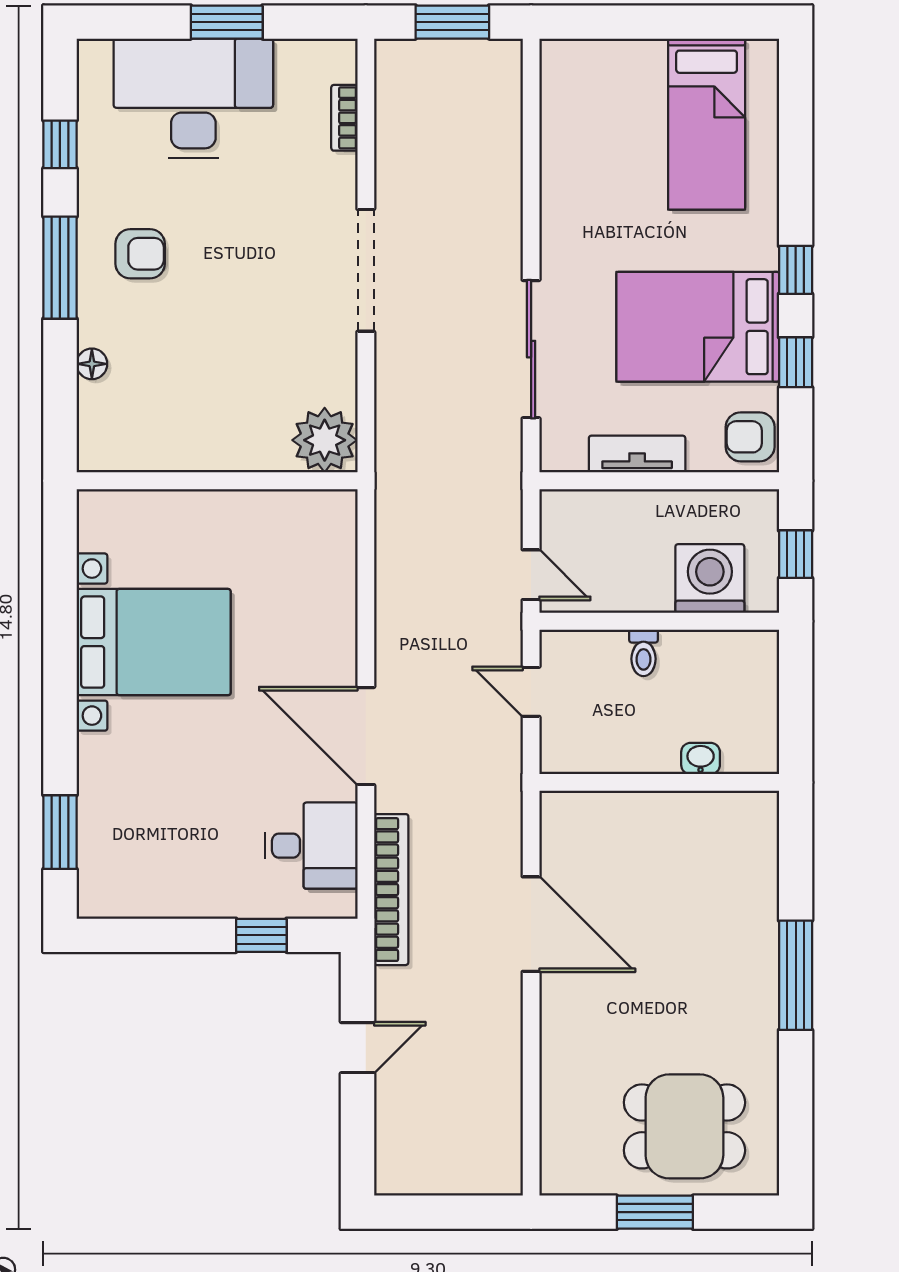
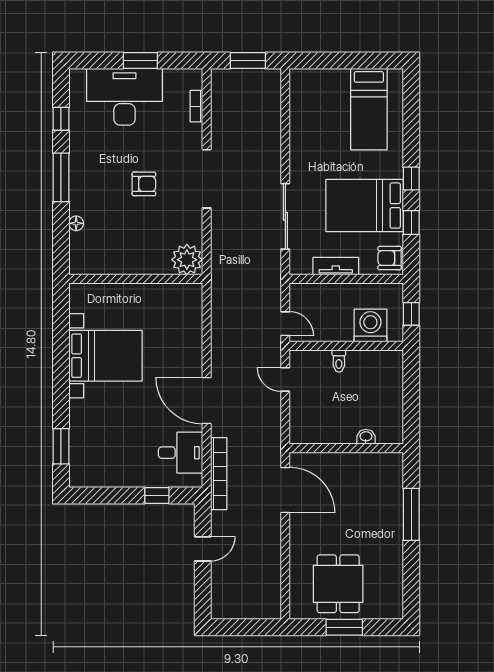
armchair: (140, 254) -> (144, 184), moved
washbasin: (701, 758) -> (366, 437), moved
wall: (659, 782) -> (346, 448), moved
dining table: (684, 1126) -> (338, 584), moved, turned 90

